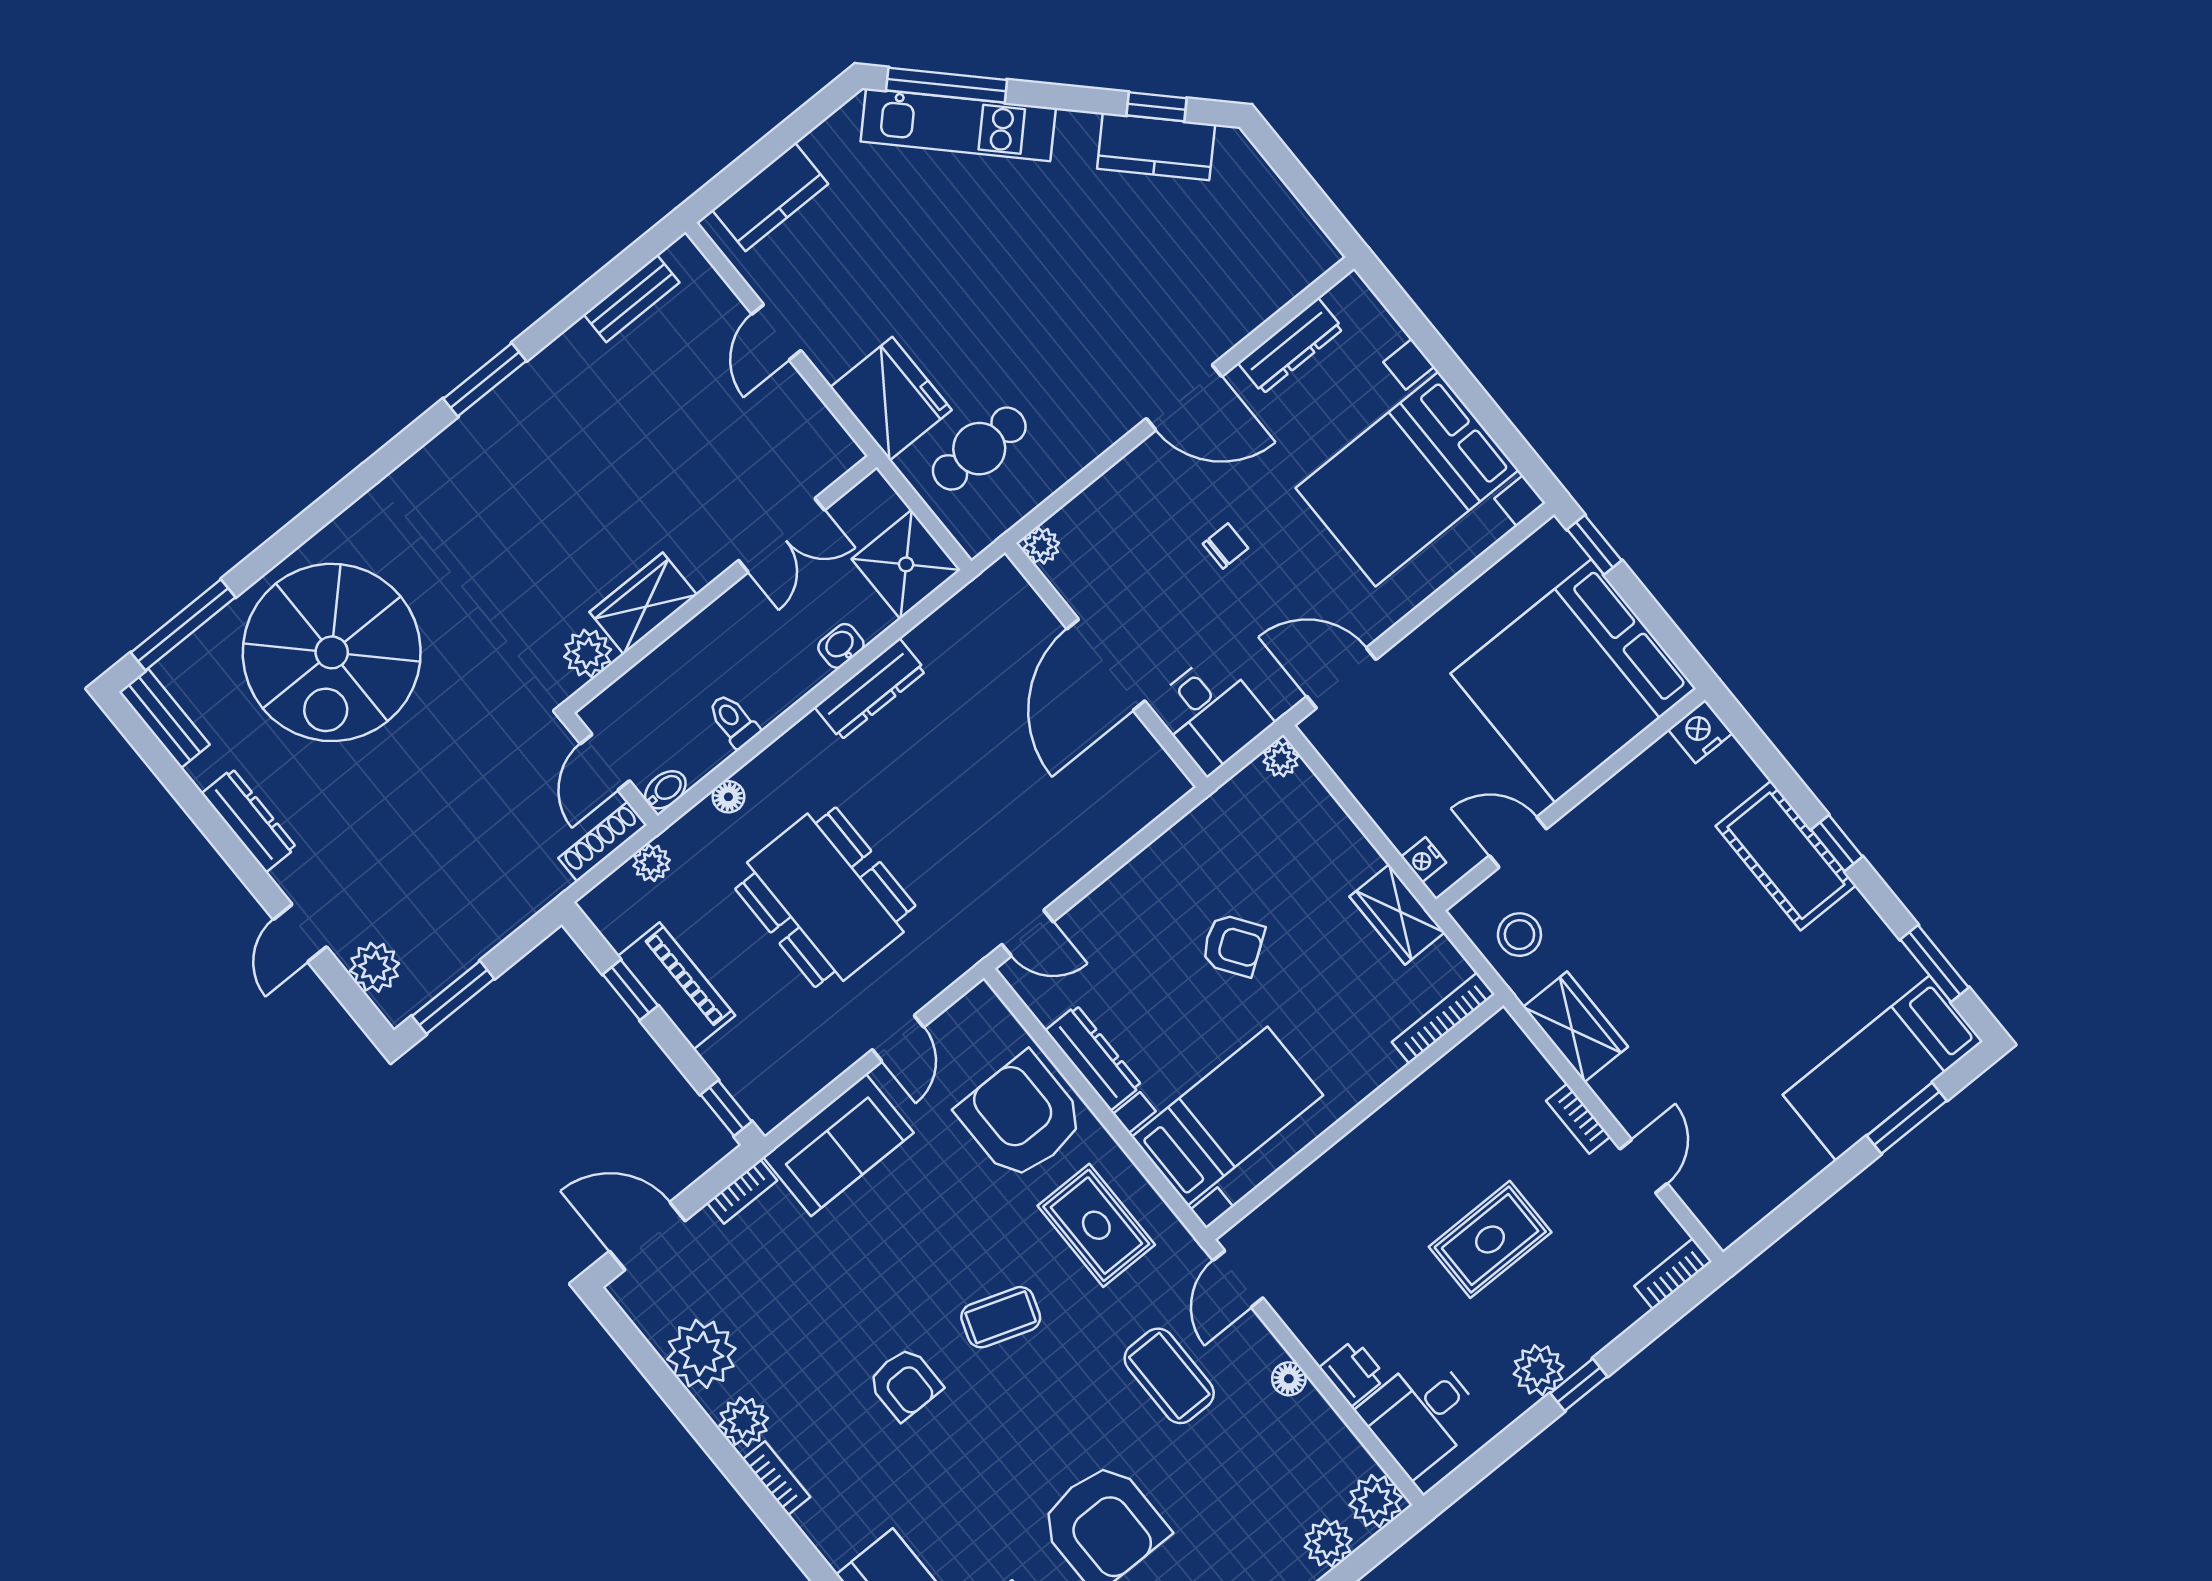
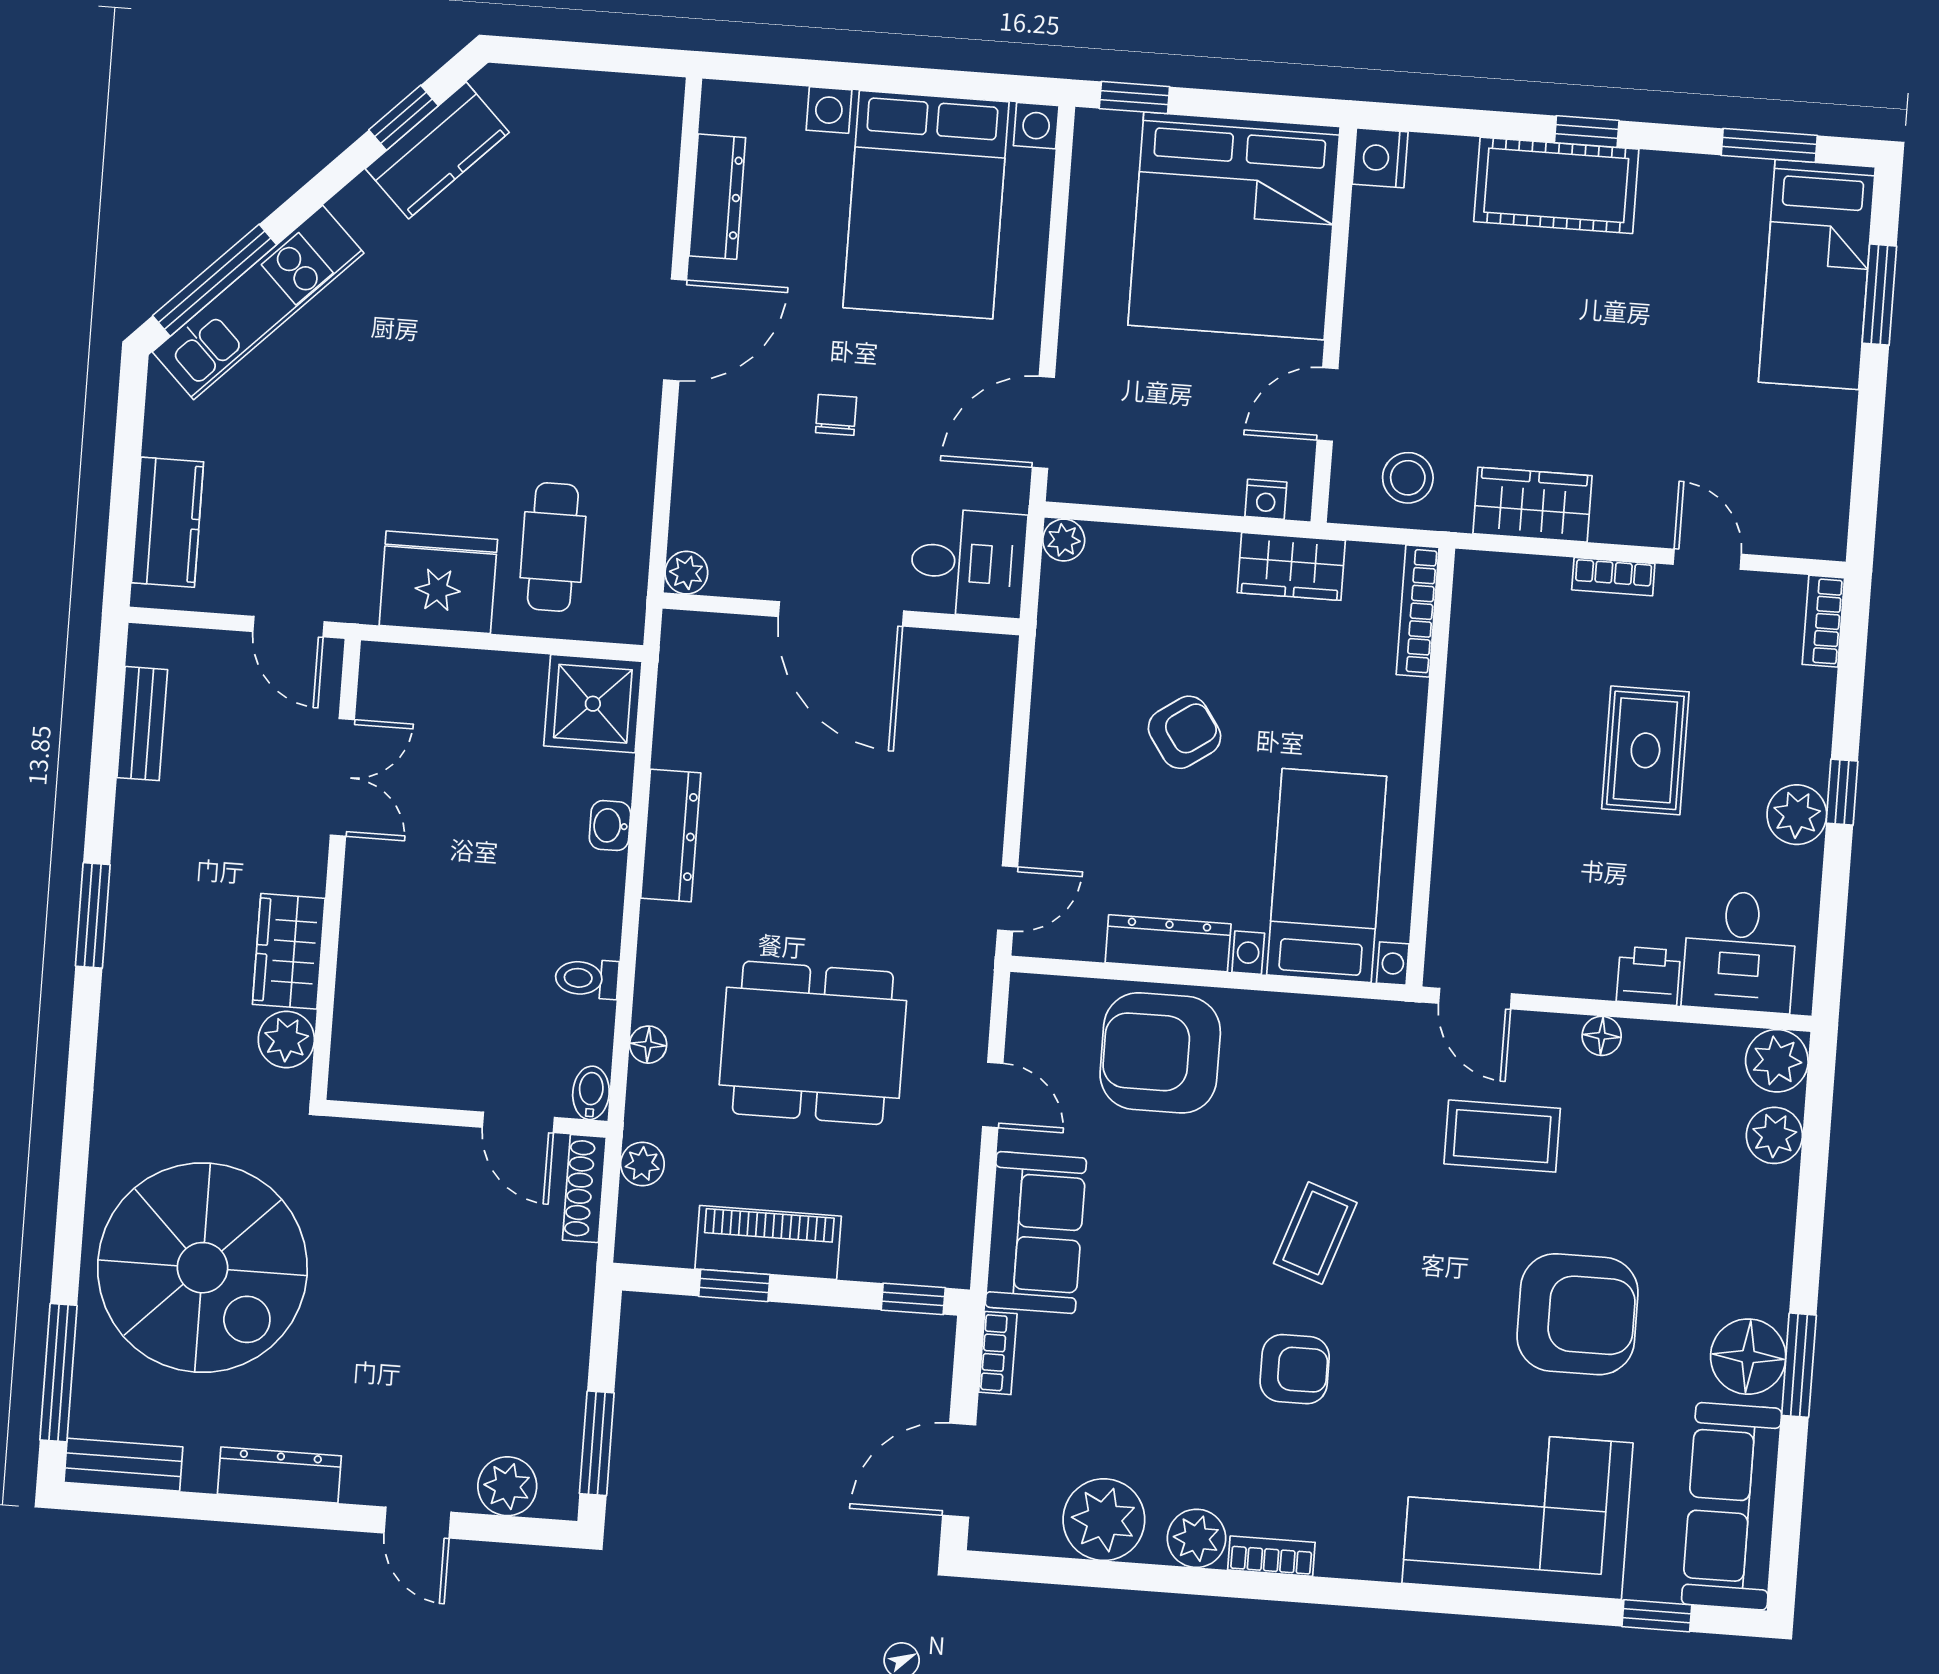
double door: (782, 535) -> (342, 777), moved
wall: (721, 584) -> (336, 869), moved
wardrobe: (643, 603) -> (289, 951), moved
plant: (588, 653) -> (286, 1040), moved
rug: (1096, 1225) -> (1314, 1077), removed

